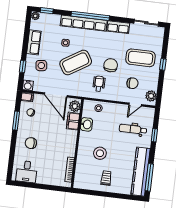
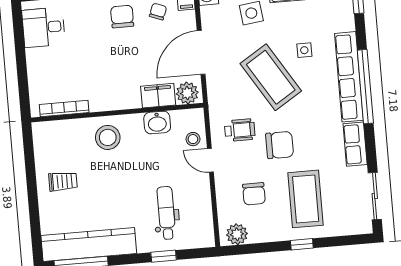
door: (135, 105) -> (210, 160), moved
chair: (31, 143) -> (122, 17), moved
stool: (100, 153) -> (108, 137), moved

